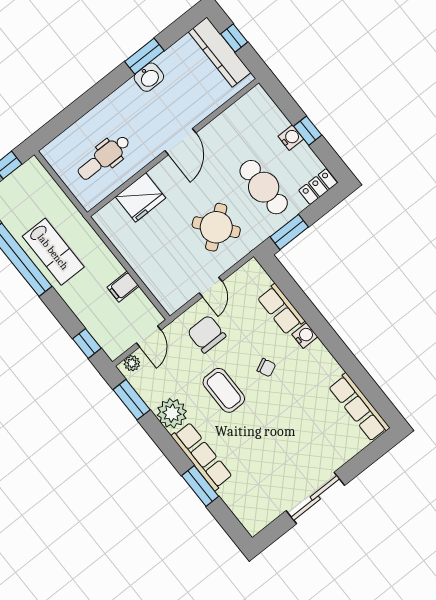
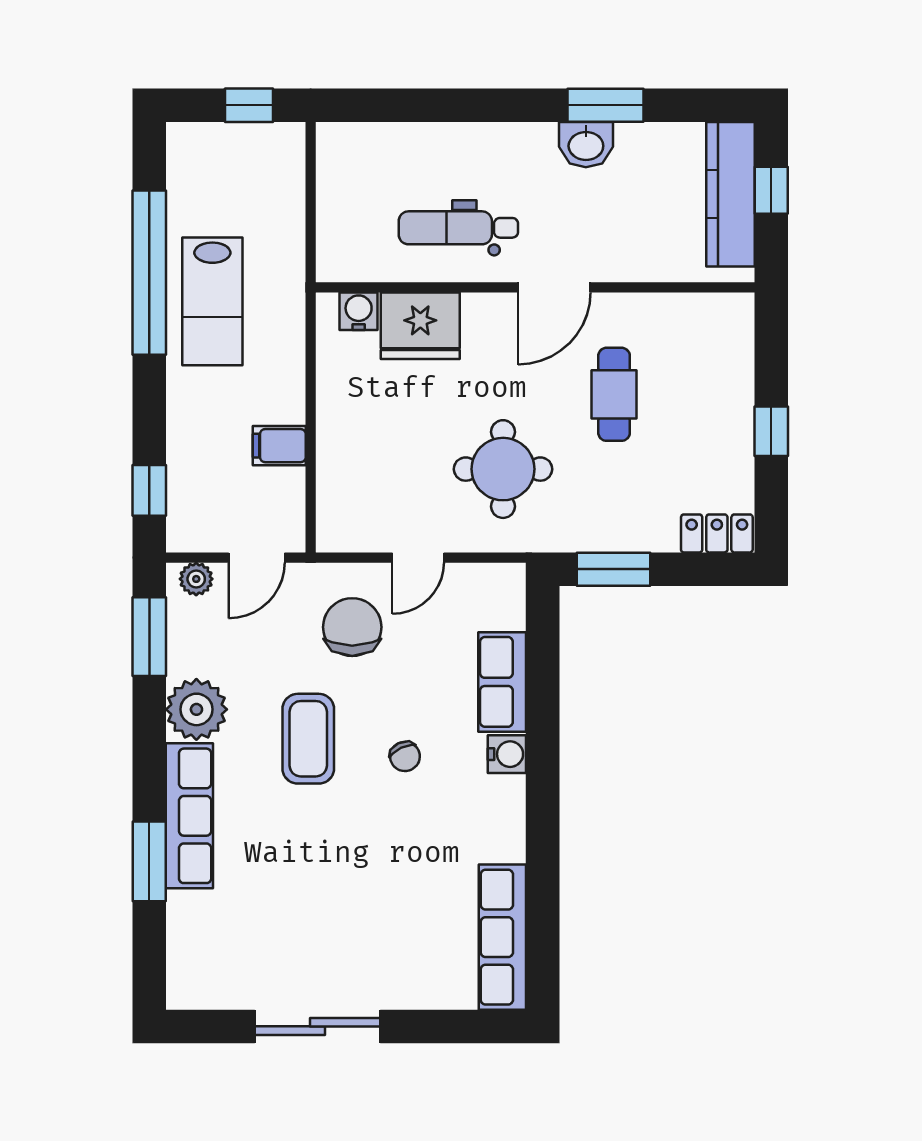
water cooler: (291, 138) -> (359, 311), moved, turned -90
dental chair: (104, 158) -> (458, 228), moved
cafe table: (264, 187) -> (614, 394), moved, width x0.73, depth x0.74
round table: (216, 227) -> (503, 469), turned 38

